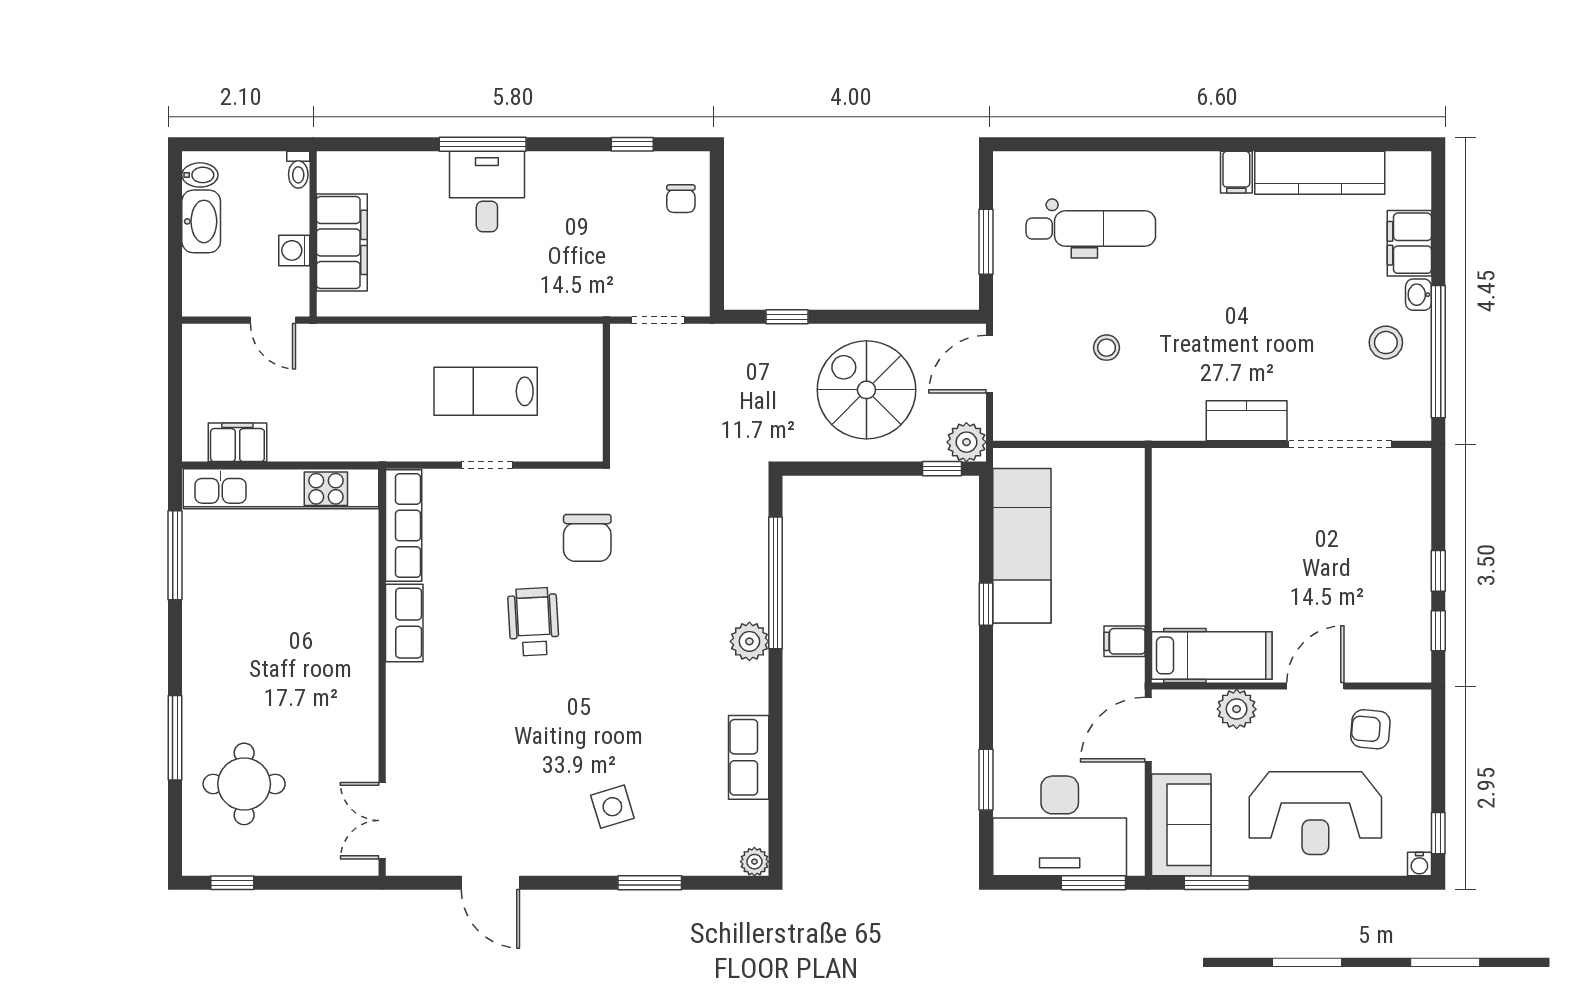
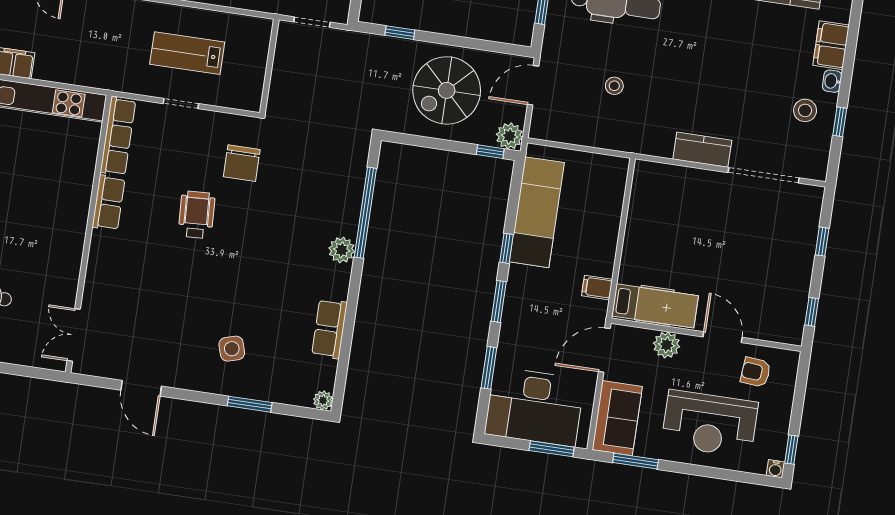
window: (1438, 352) -> (840, 122), width x0.32
spiral stairs: (866, 390) -> (447, 90), turned -90
window: (1438, 571) -> (822, 242), moved
window: (986, 682) -> (499, 301), added
door: (1315, 686) -> (723, 337), hinge flipped

